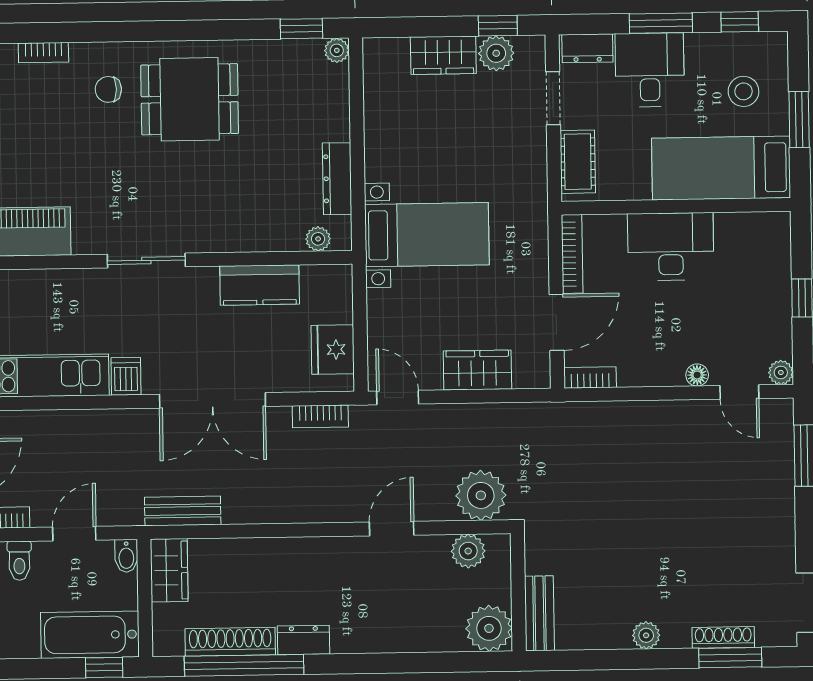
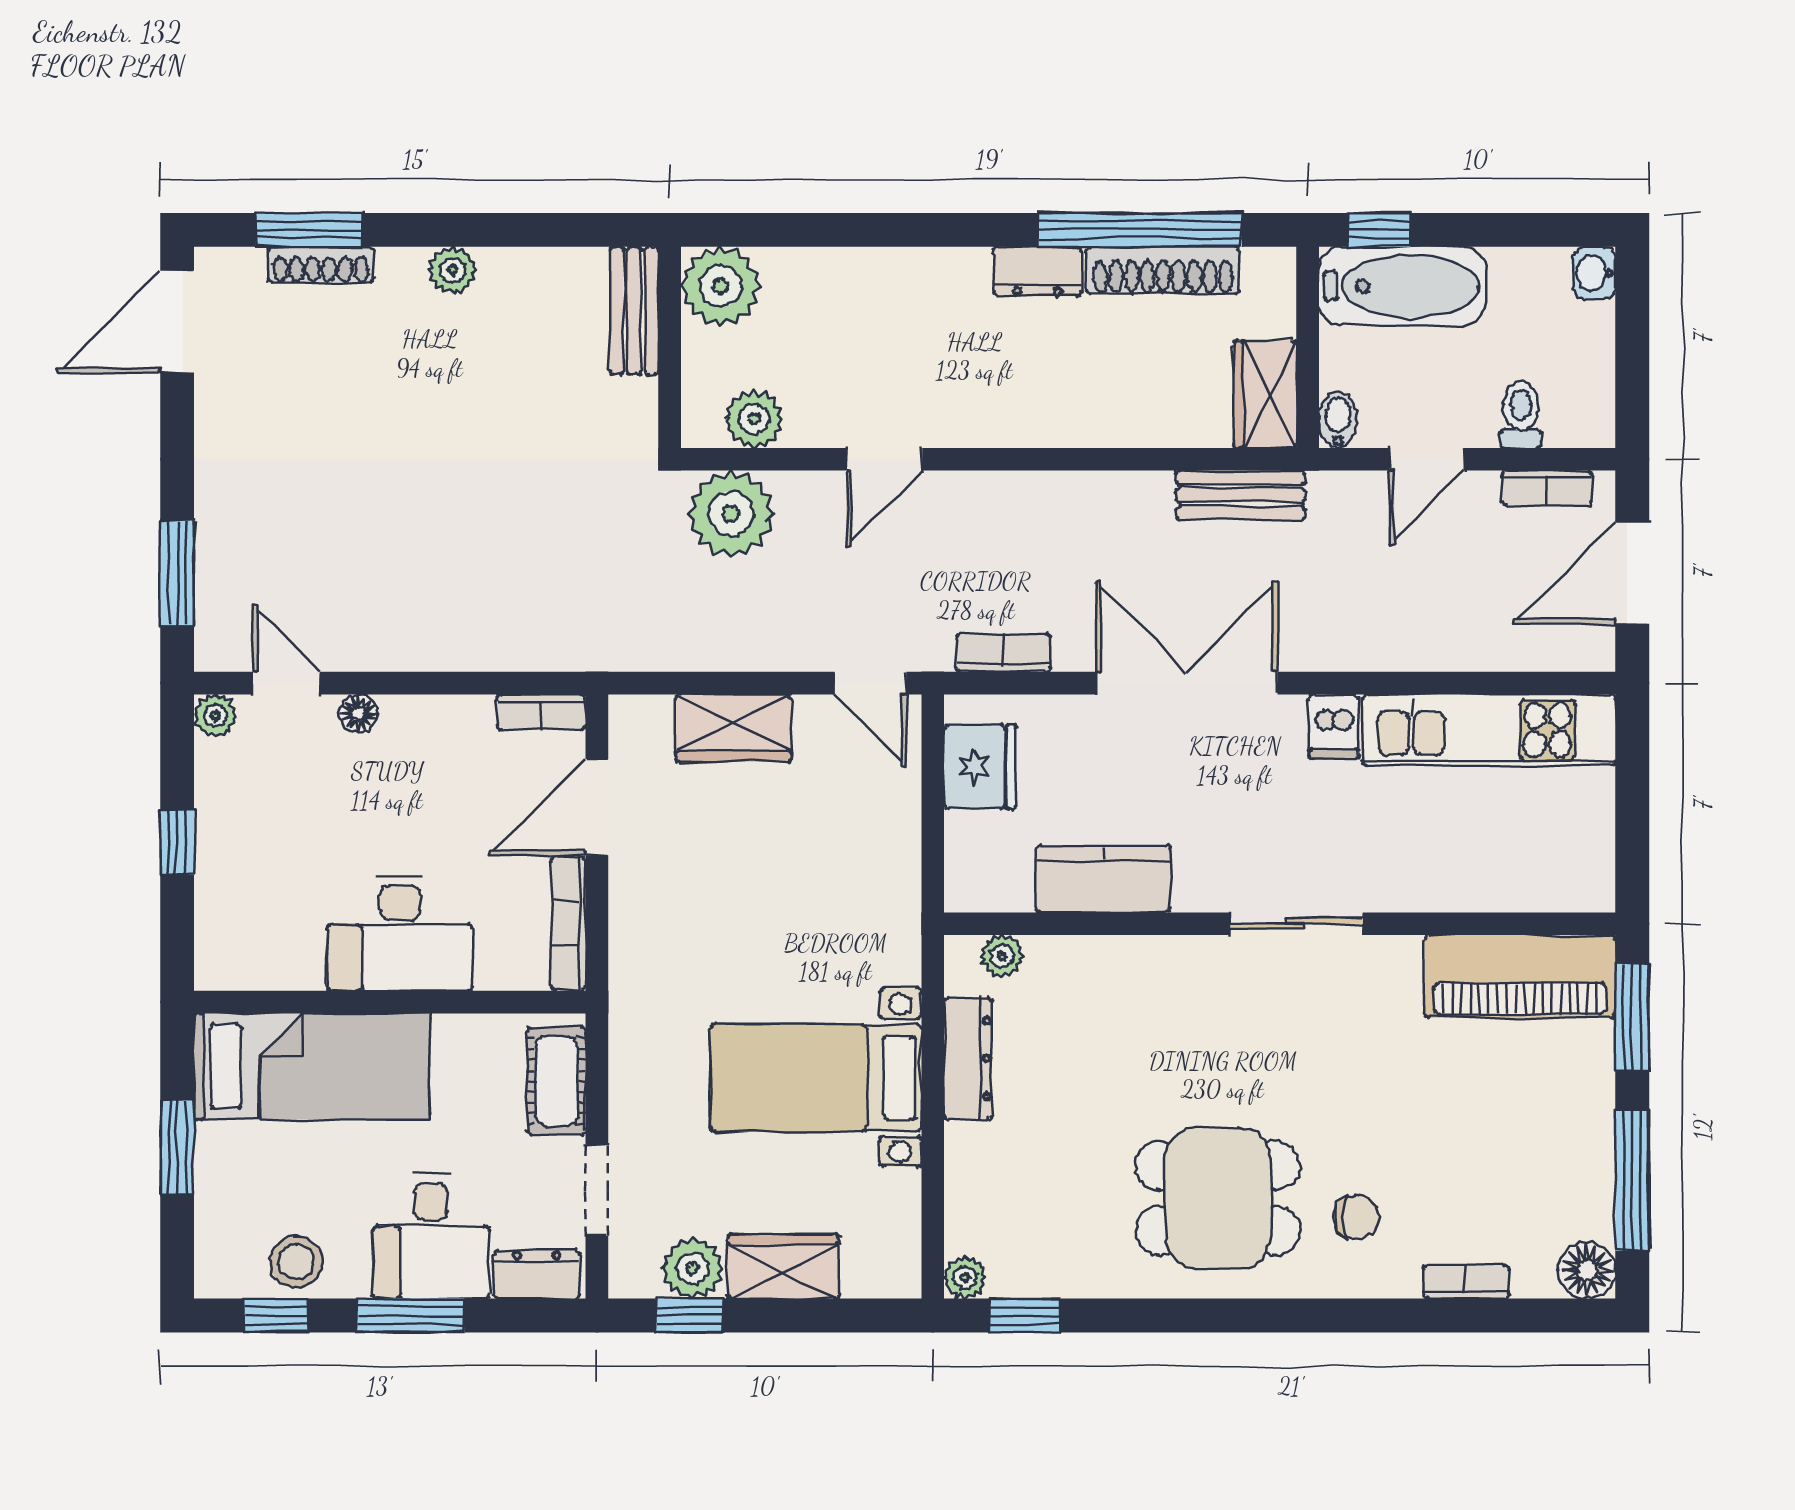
stool: (743, 91) -> (296, 1262), moved
bed with nightstands: (427, 235) -> (816, 1078), moved

